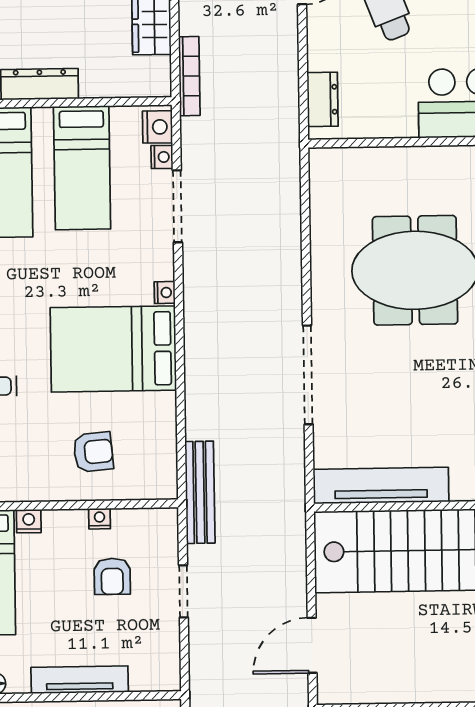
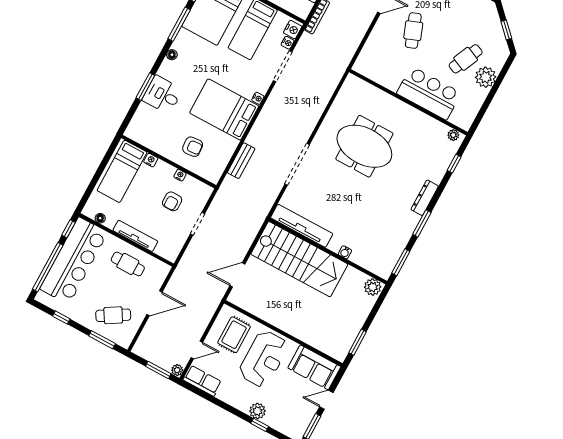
dresser: (323, 99) -> (366, 56), removed
bench: (200, 492) -> (241, 161), moved, width x0.73

